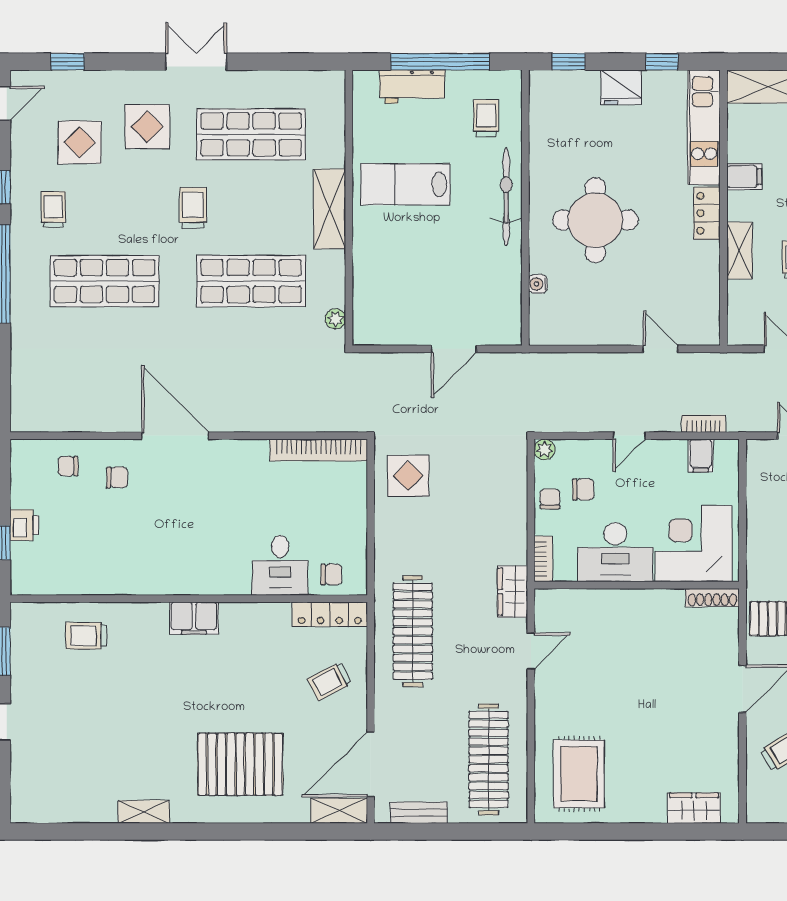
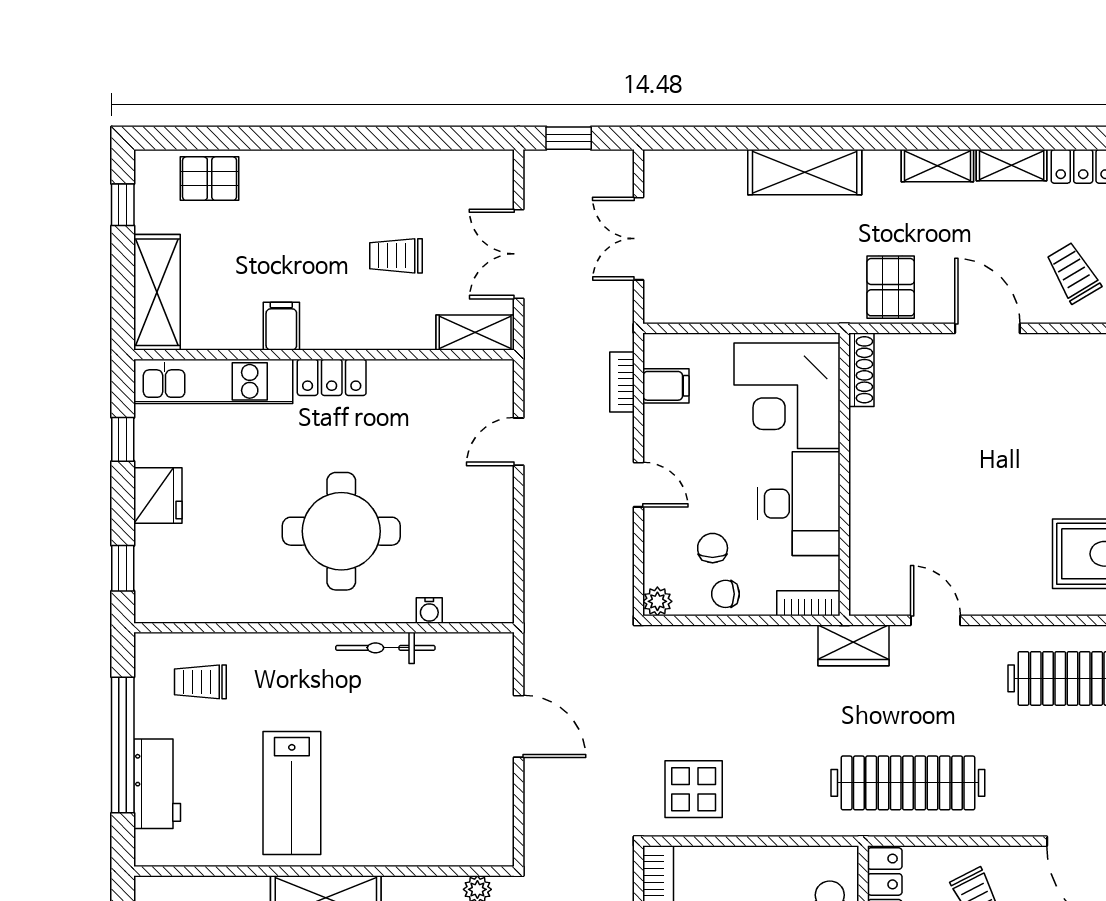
bicycle: (506, 197) -> (385, 648), moved, width x0.73, depth x0.71
shelving: (740, 251) -> (475, 332), moved

